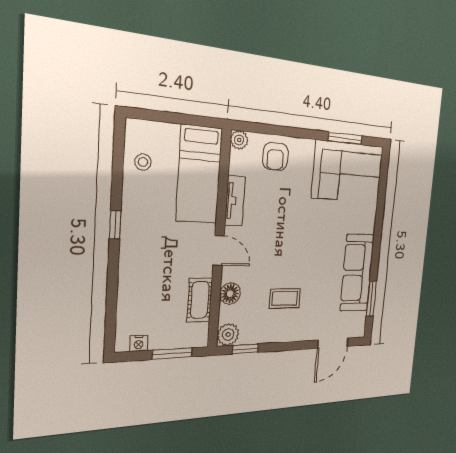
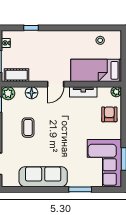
armchair: (275, 156) -> (109, 114), turned 90
window: (115, 225) -> (31, 28), moved
window: (371, 299) -> (80, 189), moved
cot: (200, 300) -> (16, 75), moved

